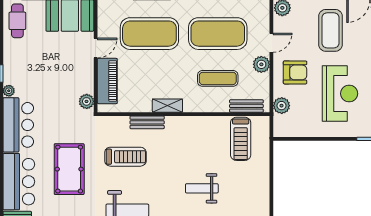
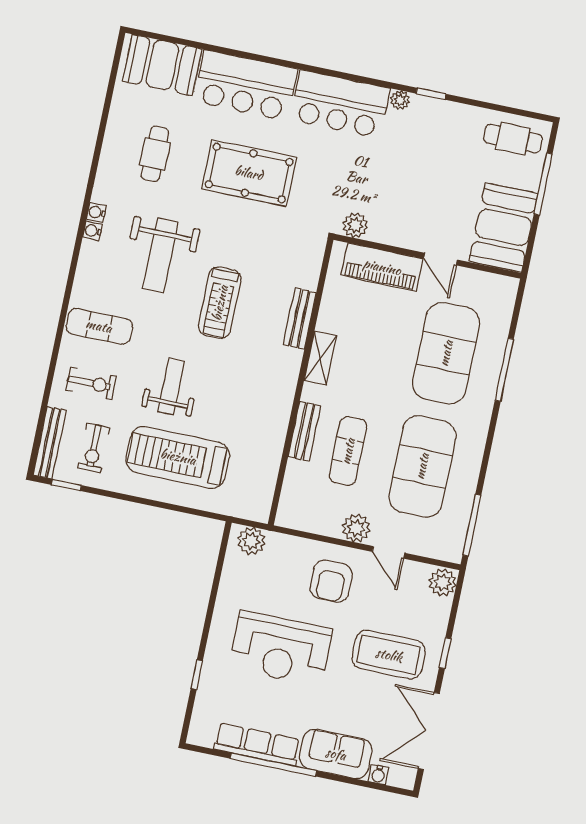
bench: (246, 106) -> (304, 431), moved
plant: (282, 106) -> (251, 541), moved
treadmill: (241, 139) -> (178, 457), moved, width x1.37, depth x1.38
treadmill: (125, 157) -> (220, 303), moved

